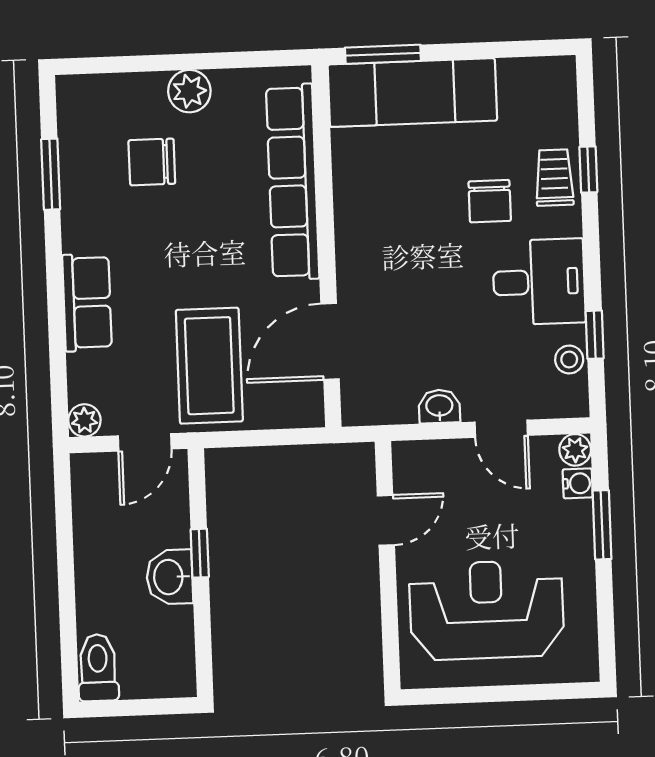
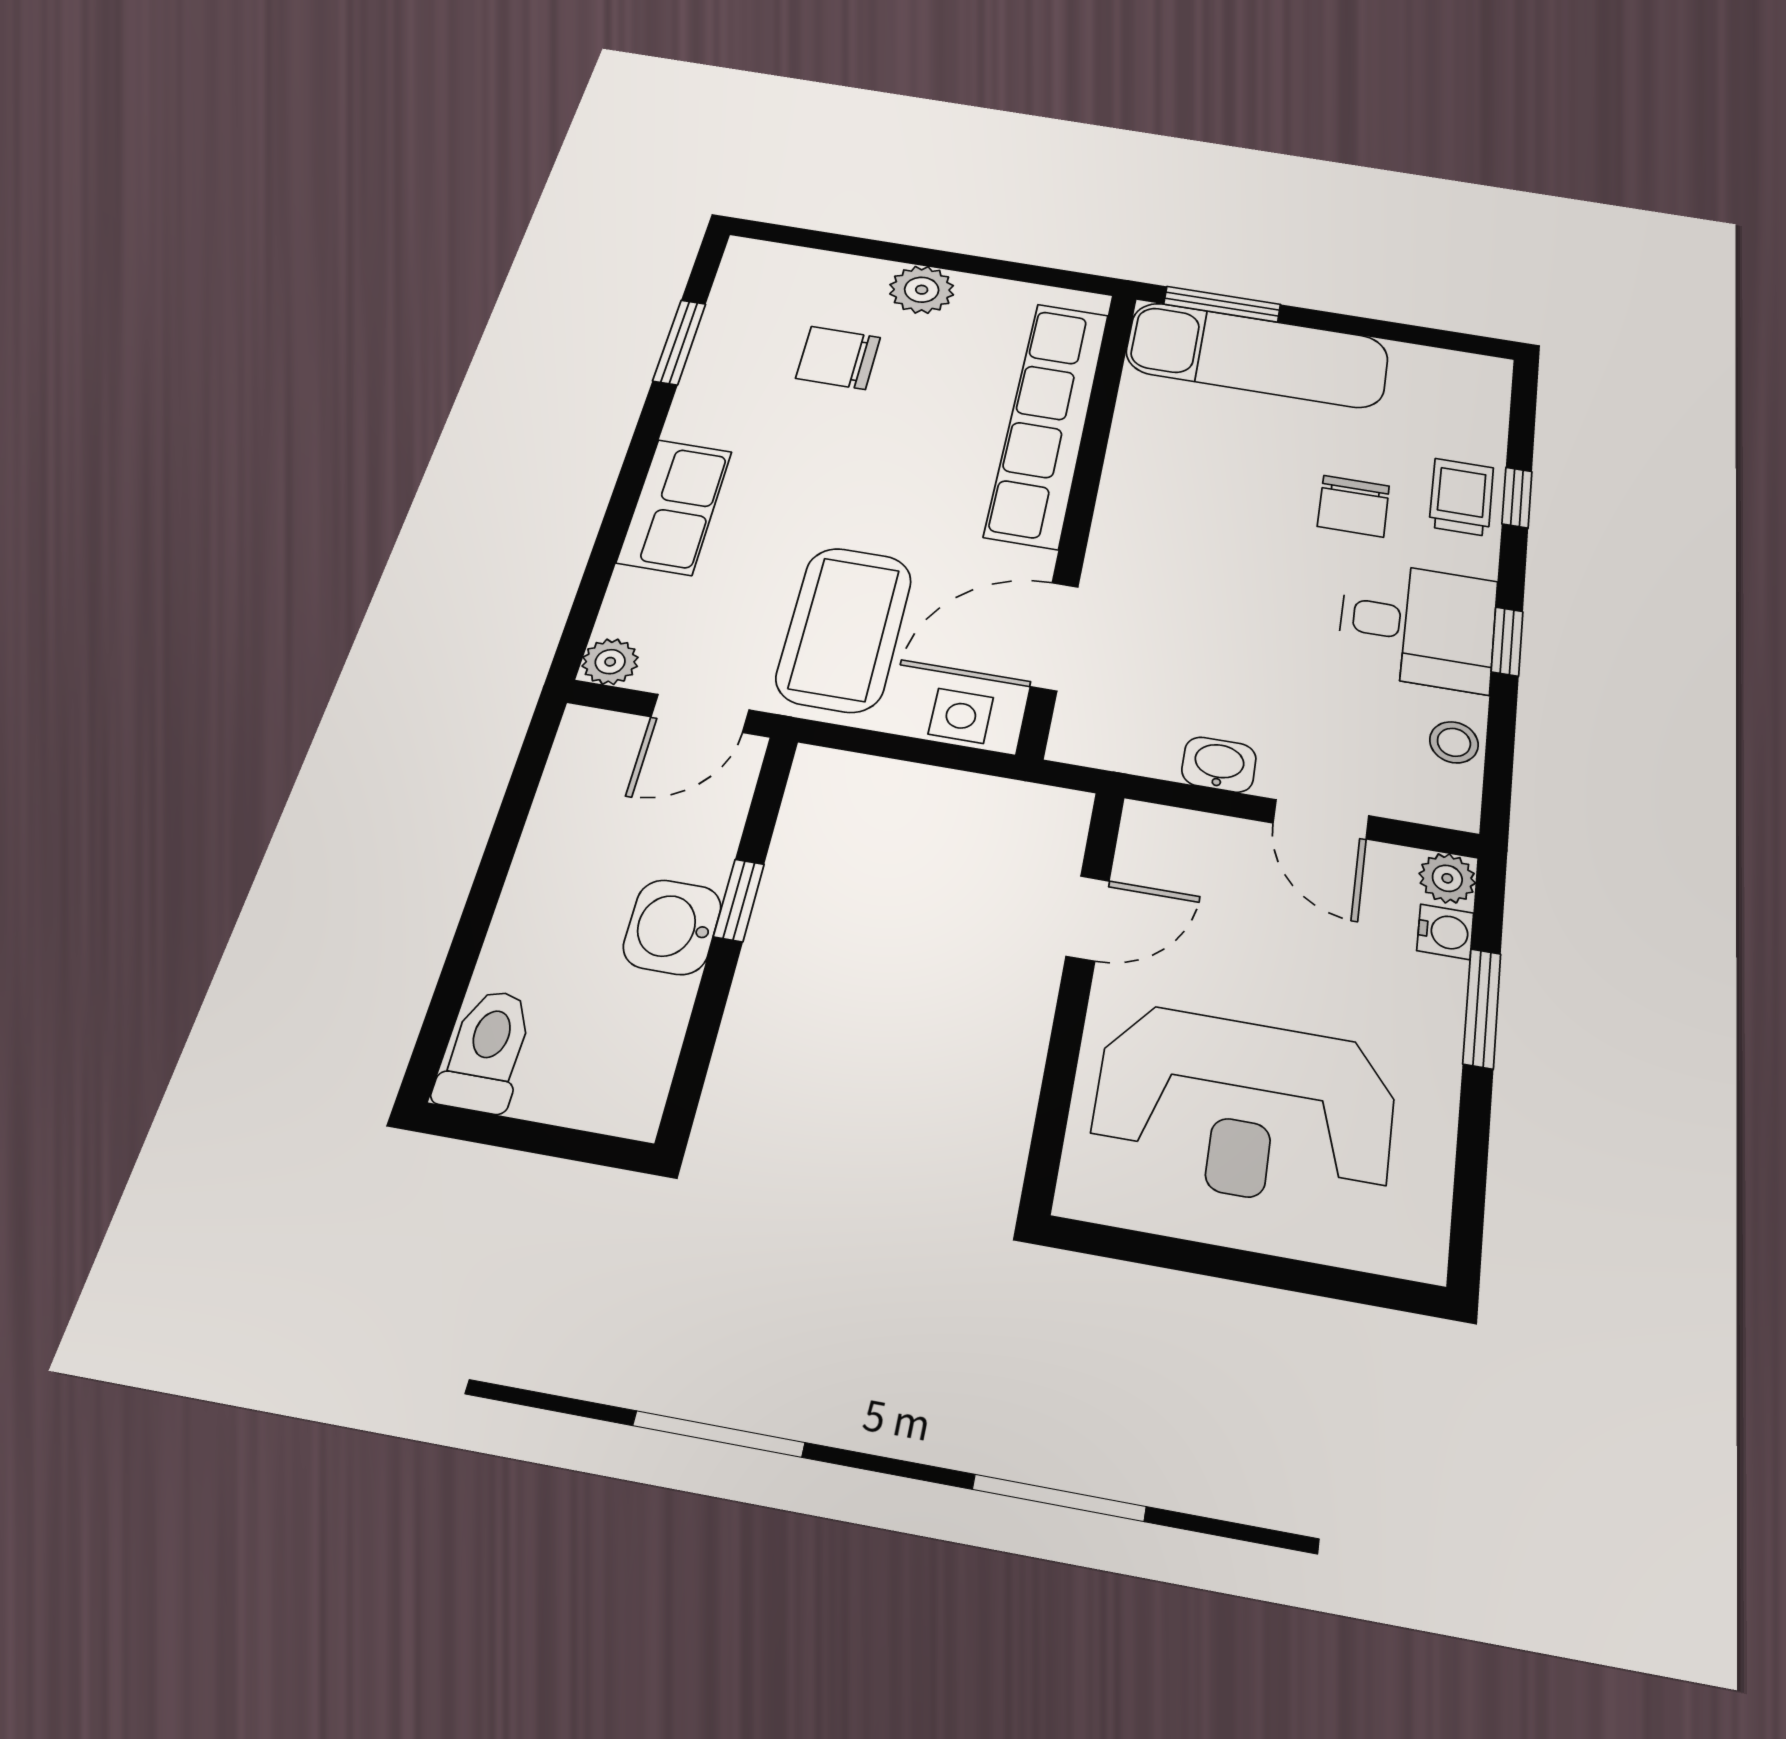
window: (595, 335) -> (1507, 642), moved
side table: (289, 409) -> (961, 716), added
reception desk: (487, 610) -> (1244, 1108), turned 180

